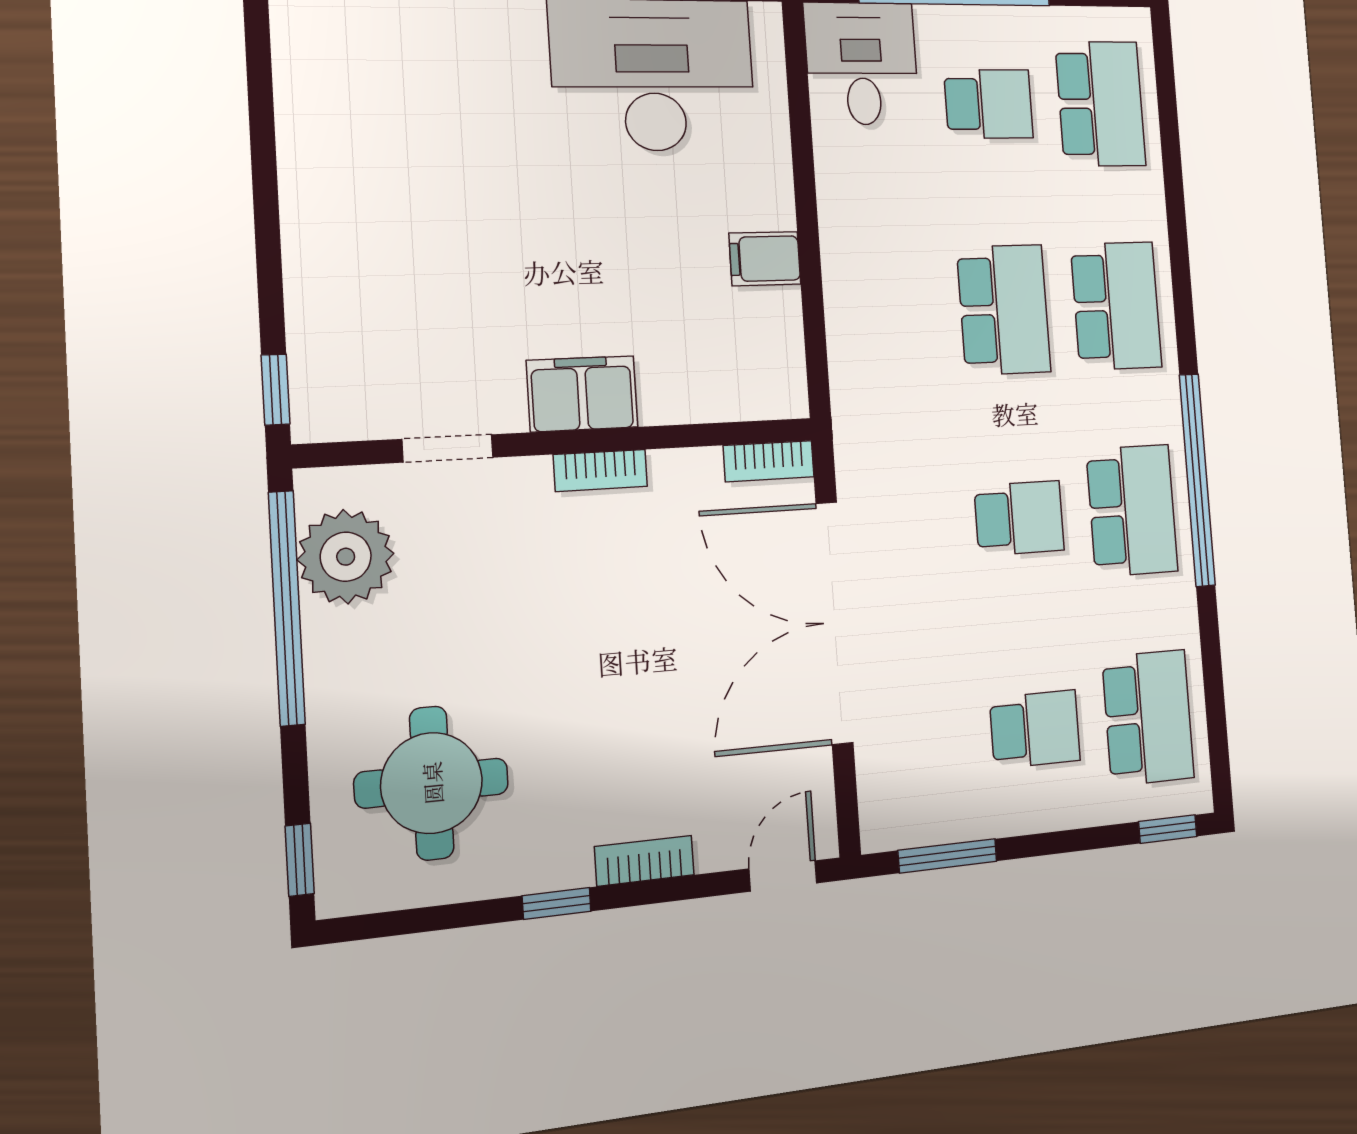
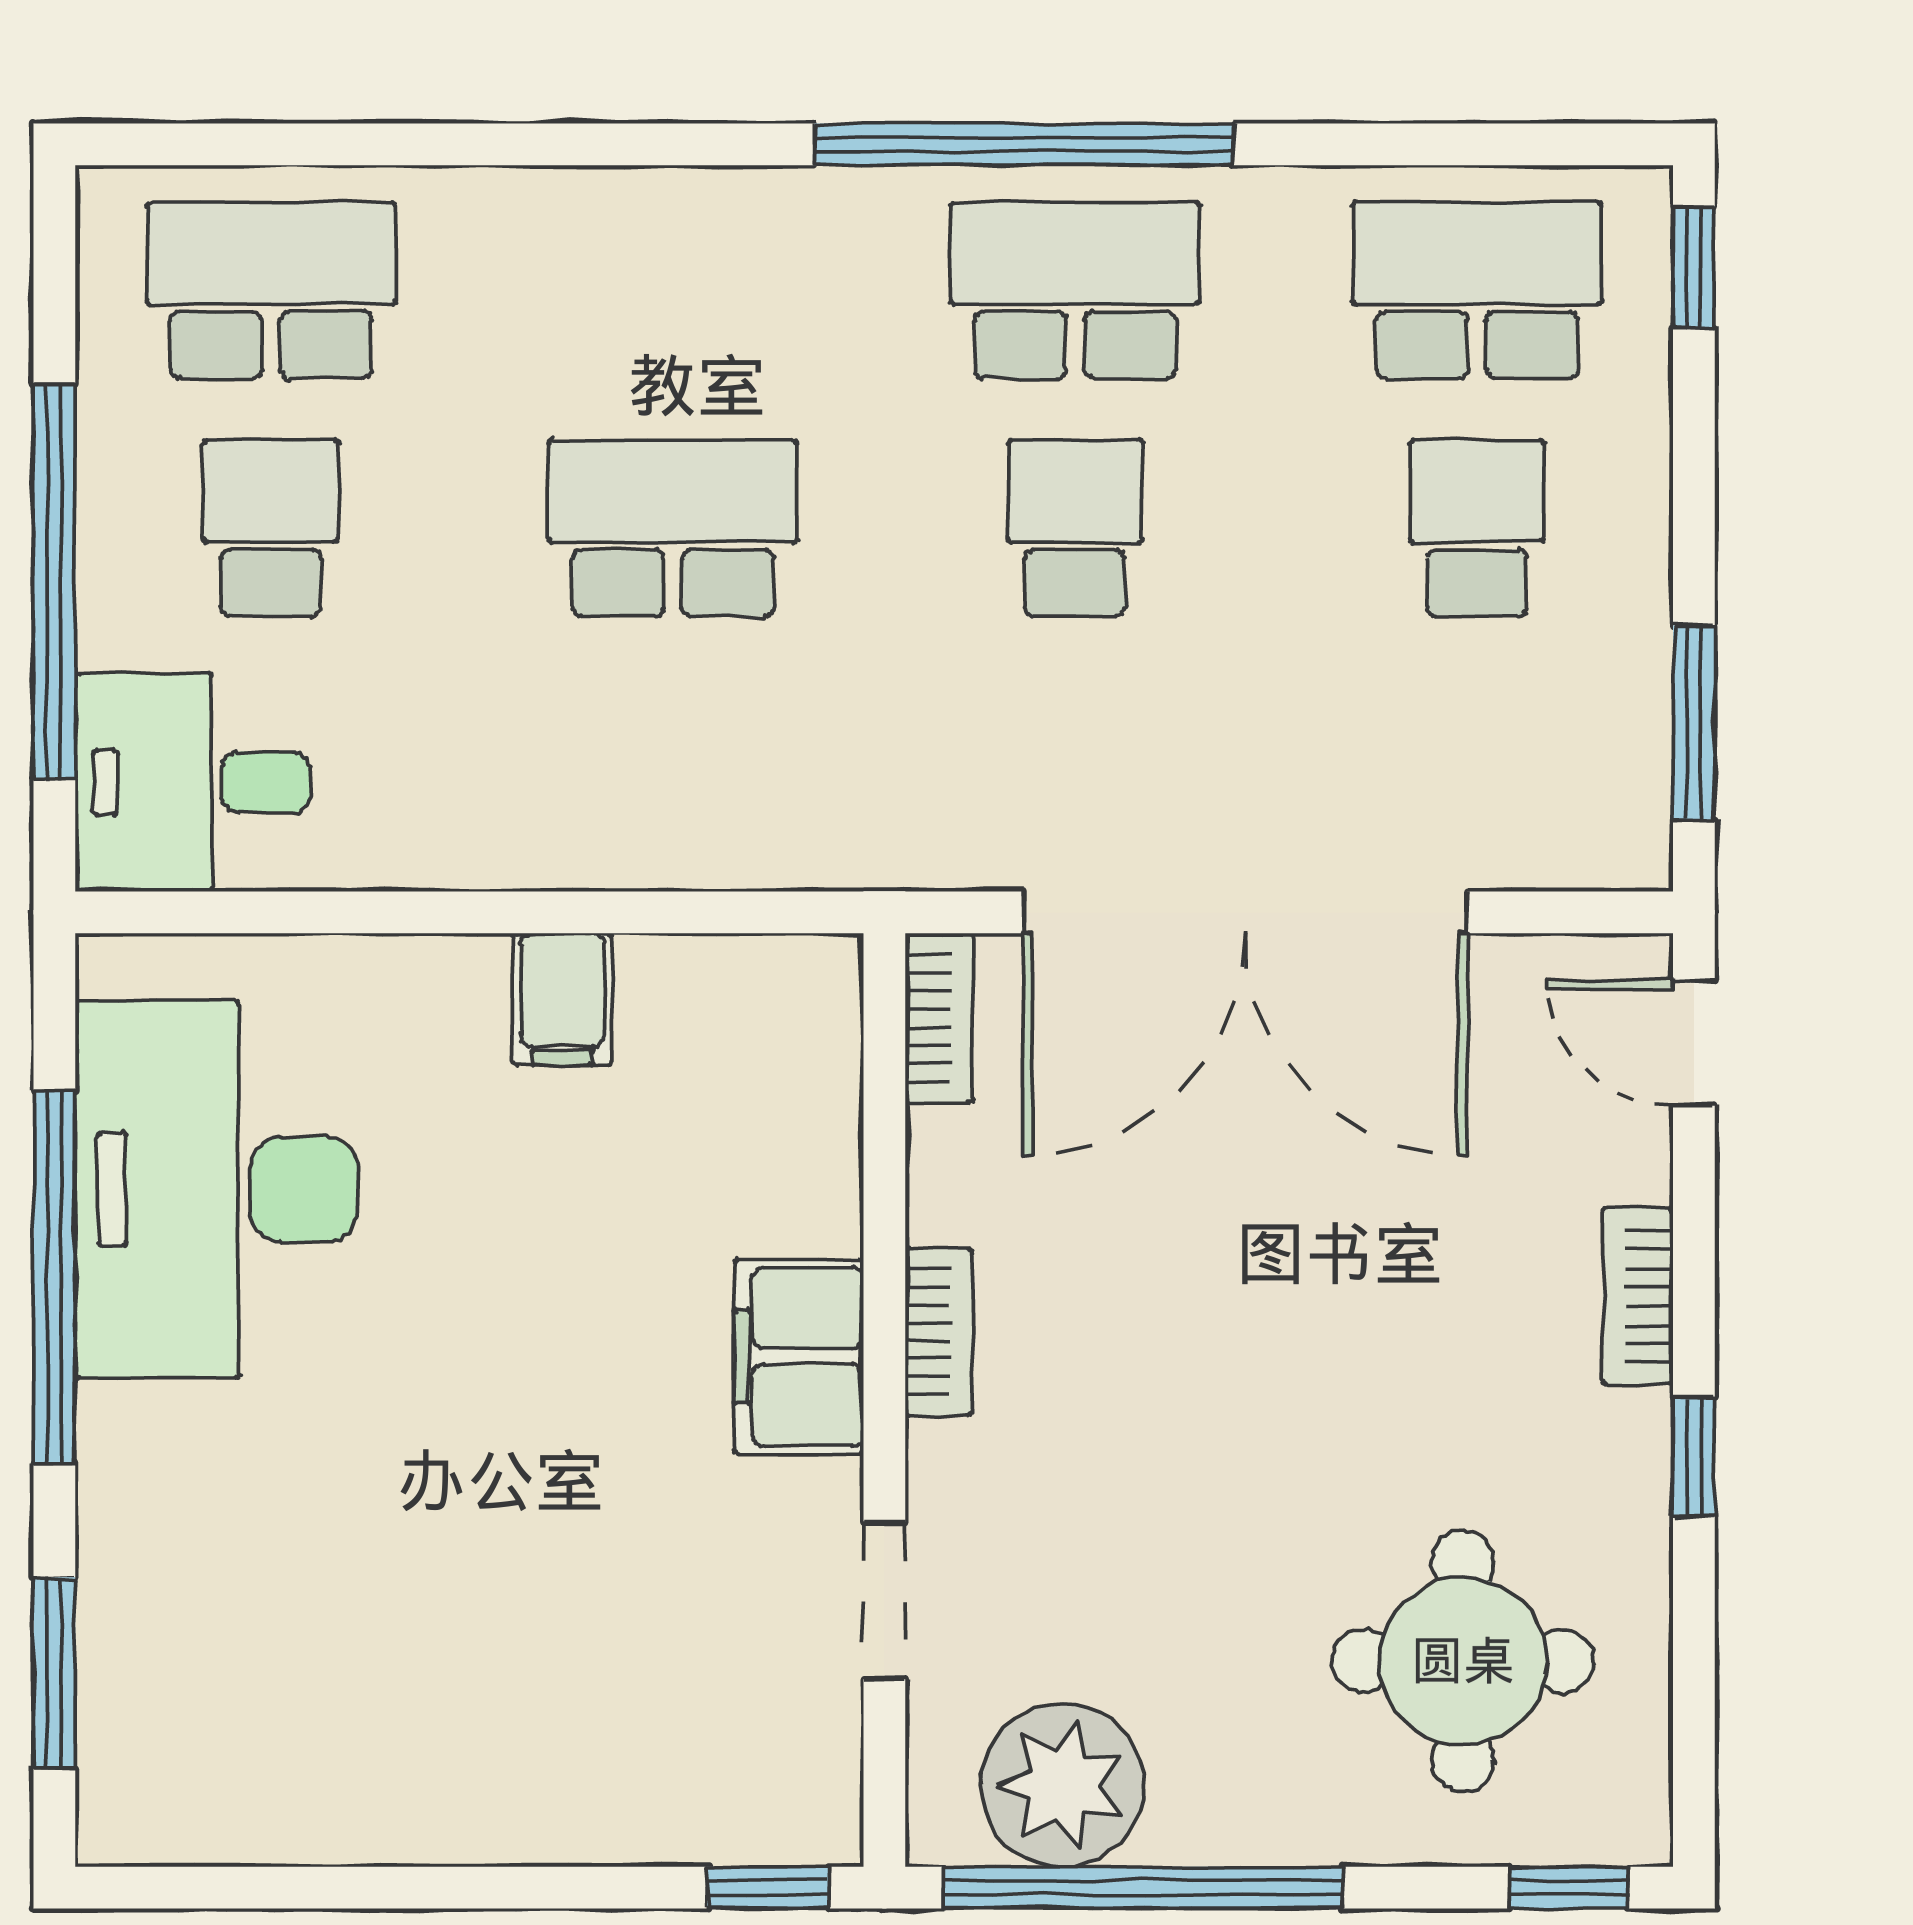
school desk: (1116, 306) -> (673, 290), removed

